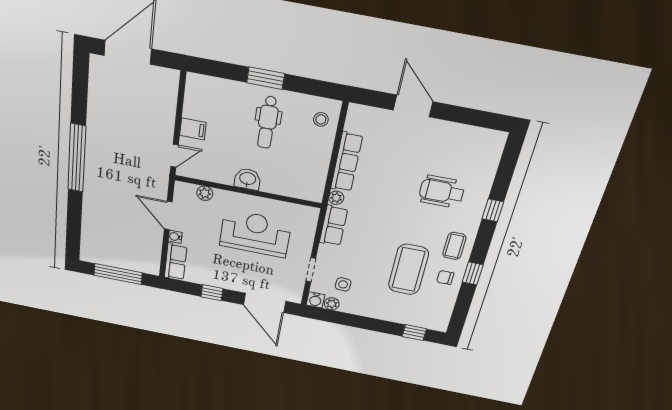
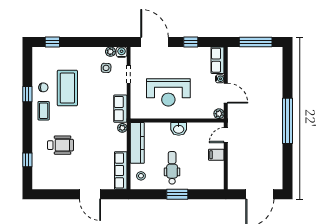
row of seats: (347, 162) -> (121, 170), moved
kitchen counter: (317, 171) -> (137, 143), added
plant: (205, 193) -> (219, 114), moved
window: (493, 210) -> (27, 160), moved

